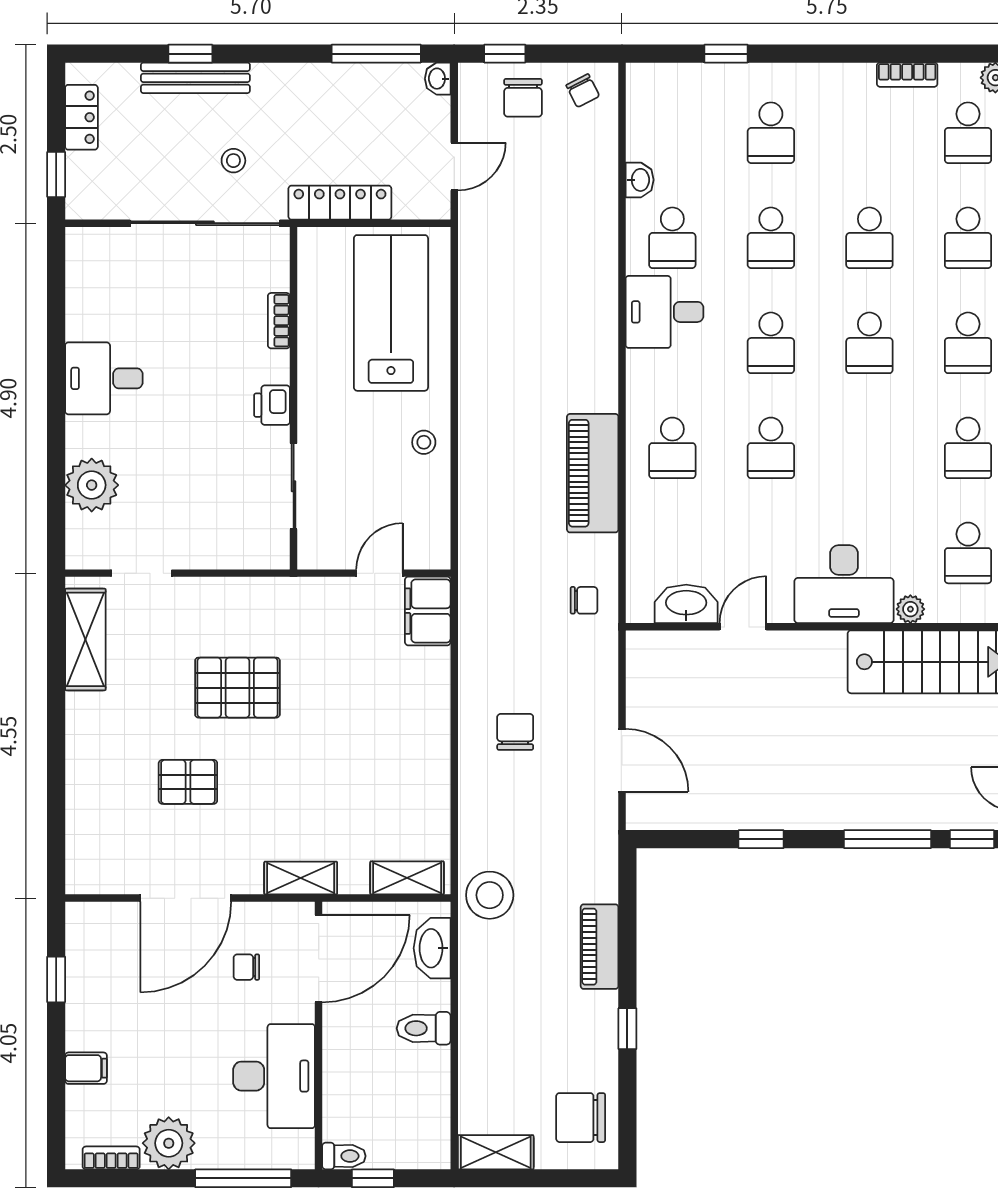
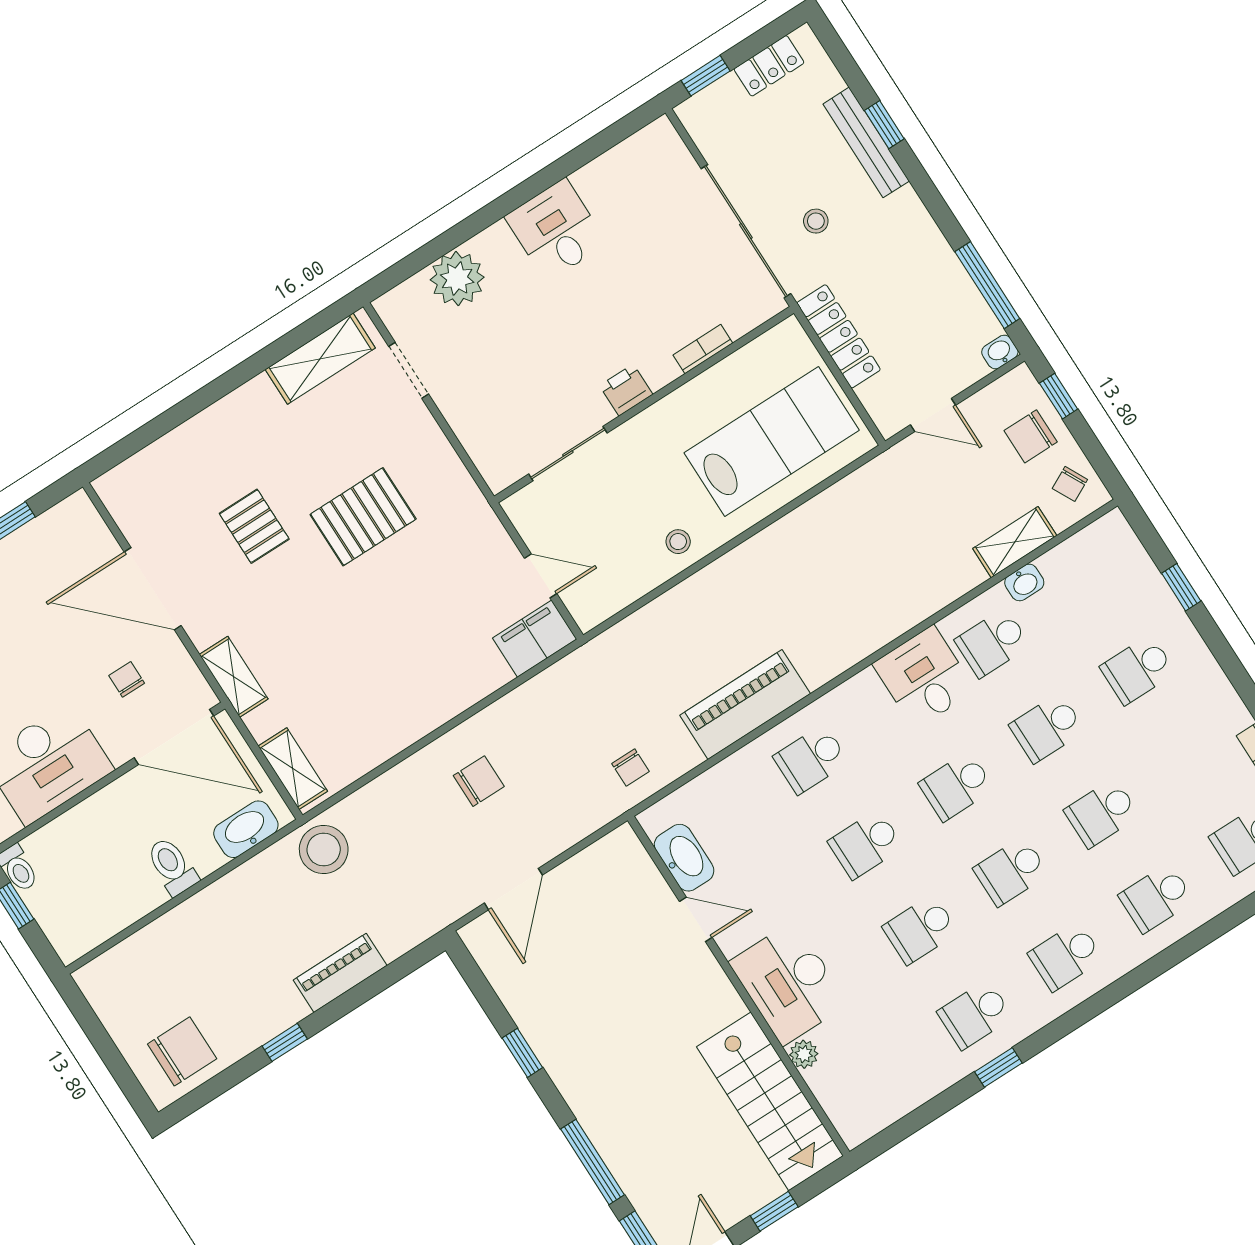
school desk: (968, 553) -> (920, 929), moved
pallet: (237, 688) -> (363, 517), turned 90
chair: (581, 1118) -> (182, 1051), turned 90
shelving: (496, 1152) -> (1015, 542), moved, turned 90

